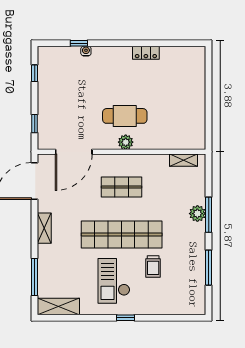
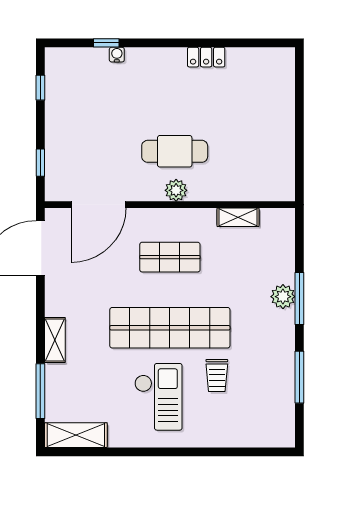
shelving: (183, 160) -> (238, 217), moved
shelving: (44, 228) -> (55, 340), moved
checkout: (114, 281) -> (158, 397), turned 180
window: (125, 318) -> (176, 452), removed

